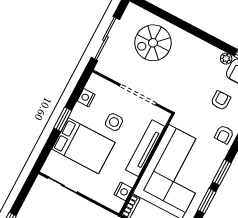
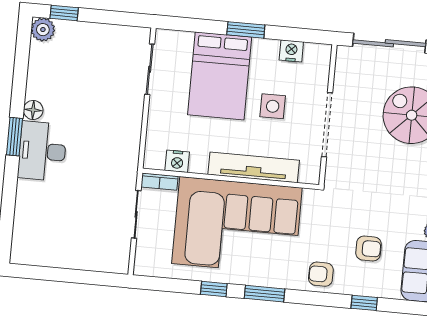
window: (207, 201) -> (214, 289), width x0.67

